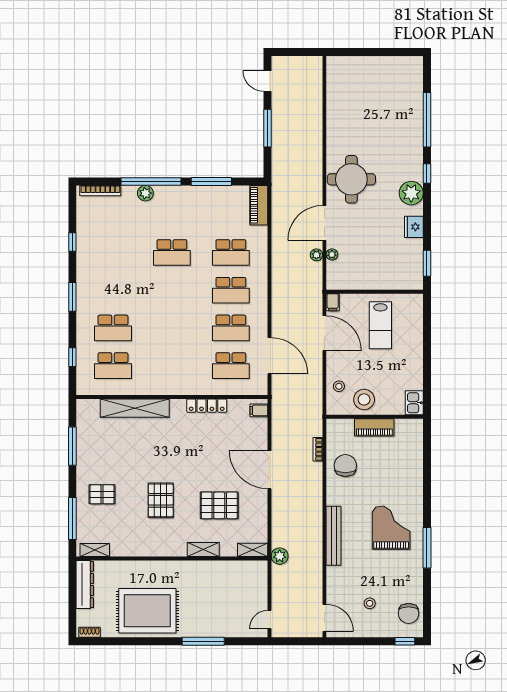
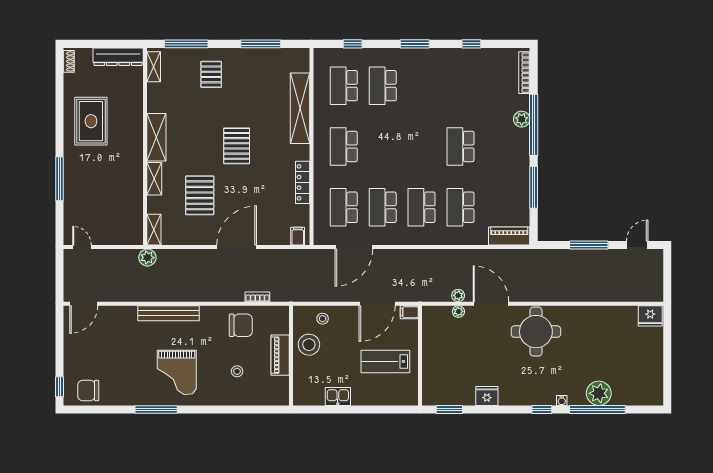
fridge: (336, 69) -> (650, 316), added
water cooler: (418, 154) -> (562, 401), added
plant: (411, 193) -> (599, 393), moved
school desk: (172, 366) -> (344, 146), added
kitchen sink: (414, 403) -> (338, 396), moved
pallet: (161, 500) -> (237, 146), moved, turned 90
grand piano: (391, 528) -> (177, 372), turned 90
shelving: (163, 547) -> (156, 137), added
stool: (370, 603) -> (237, 371), moved
rug: (147, 611) -> (91, 121), width x0.73, depth x0.69

